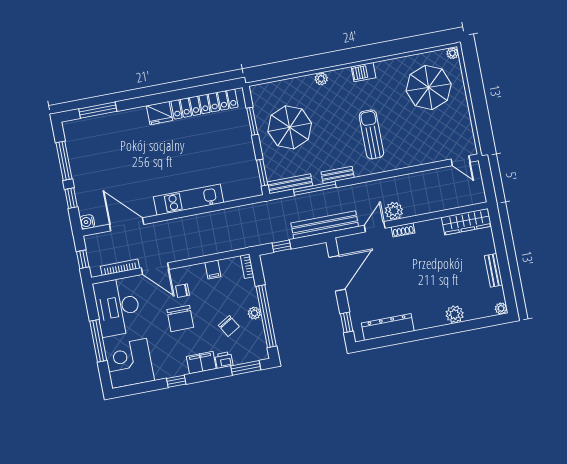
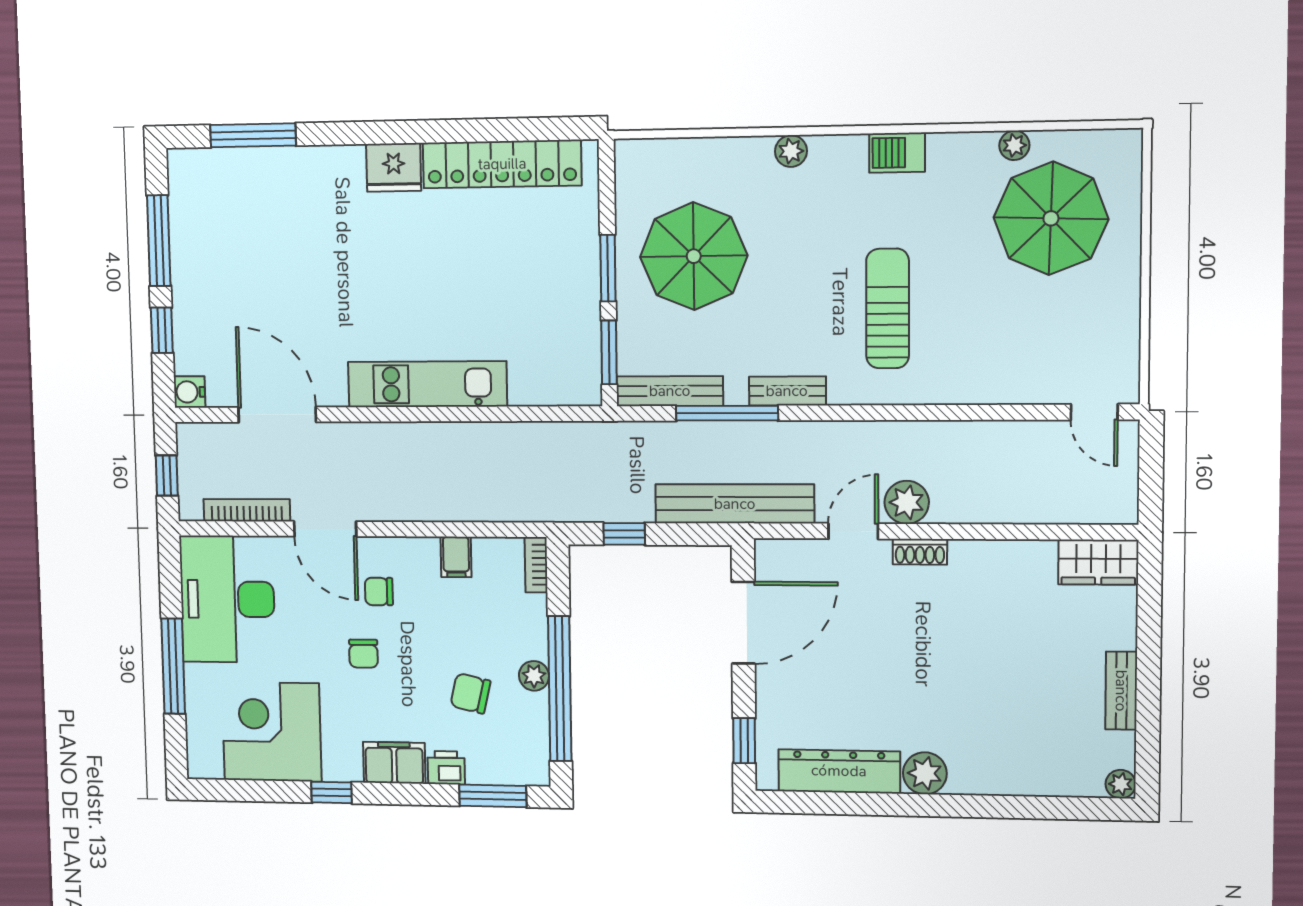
plant: (452, 53) -> (1014, 145), moved
window: (252, 121) -> (608, 268), moved
wardrobe: (466, 222) -> (1098, 562), width x0.67
plant: (455, 314) -> (925, 773), moved
chair: (180, 318) -> (363, 654), width x0.54, depth x0.54
chair: (229, 326) -> (470, 693), turned 134
corner desk: (129, 363) -> (272, 732), moved

